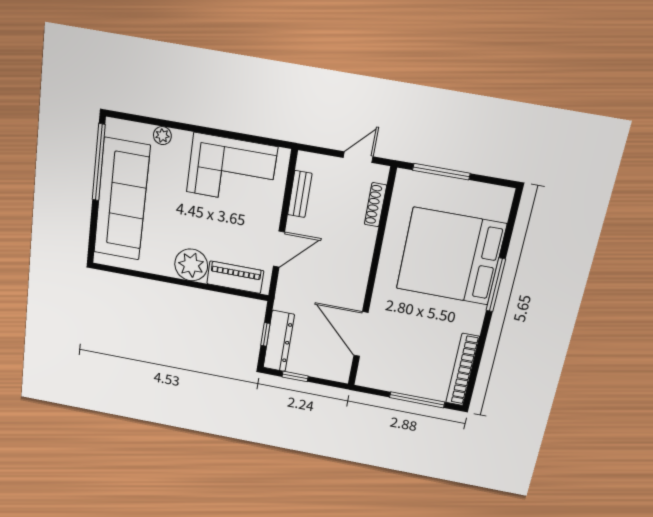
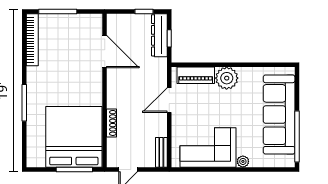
plant: (162, 136) -> (243, 161), moved
bench: (300, 194) -> (161, 152), moved
shoe rack: (375, 205) -> (112, 123), moved
bed: (451, 256) -> (74, 137), moved, turned -90

